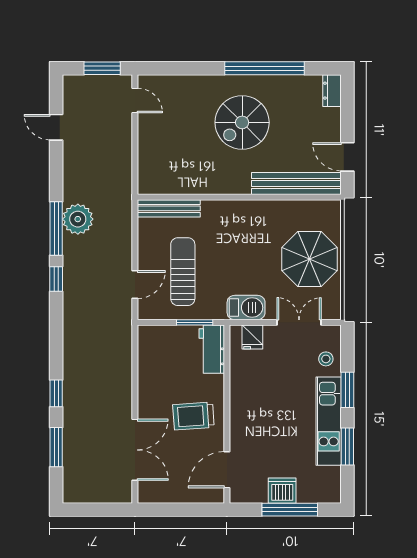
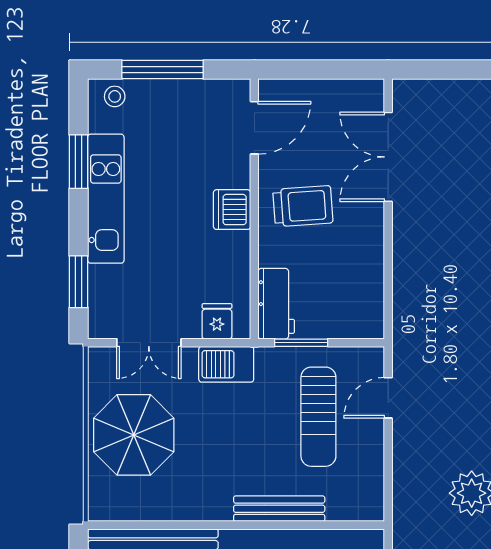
bench: (169, 208) -> (279, 509), moved
stool: (326, 359) -> (115, 96), moved
window: (347, 390) -> (79, 282), moved
dishwasher: (282, 491) -> (232, 210), moved, turned 90

